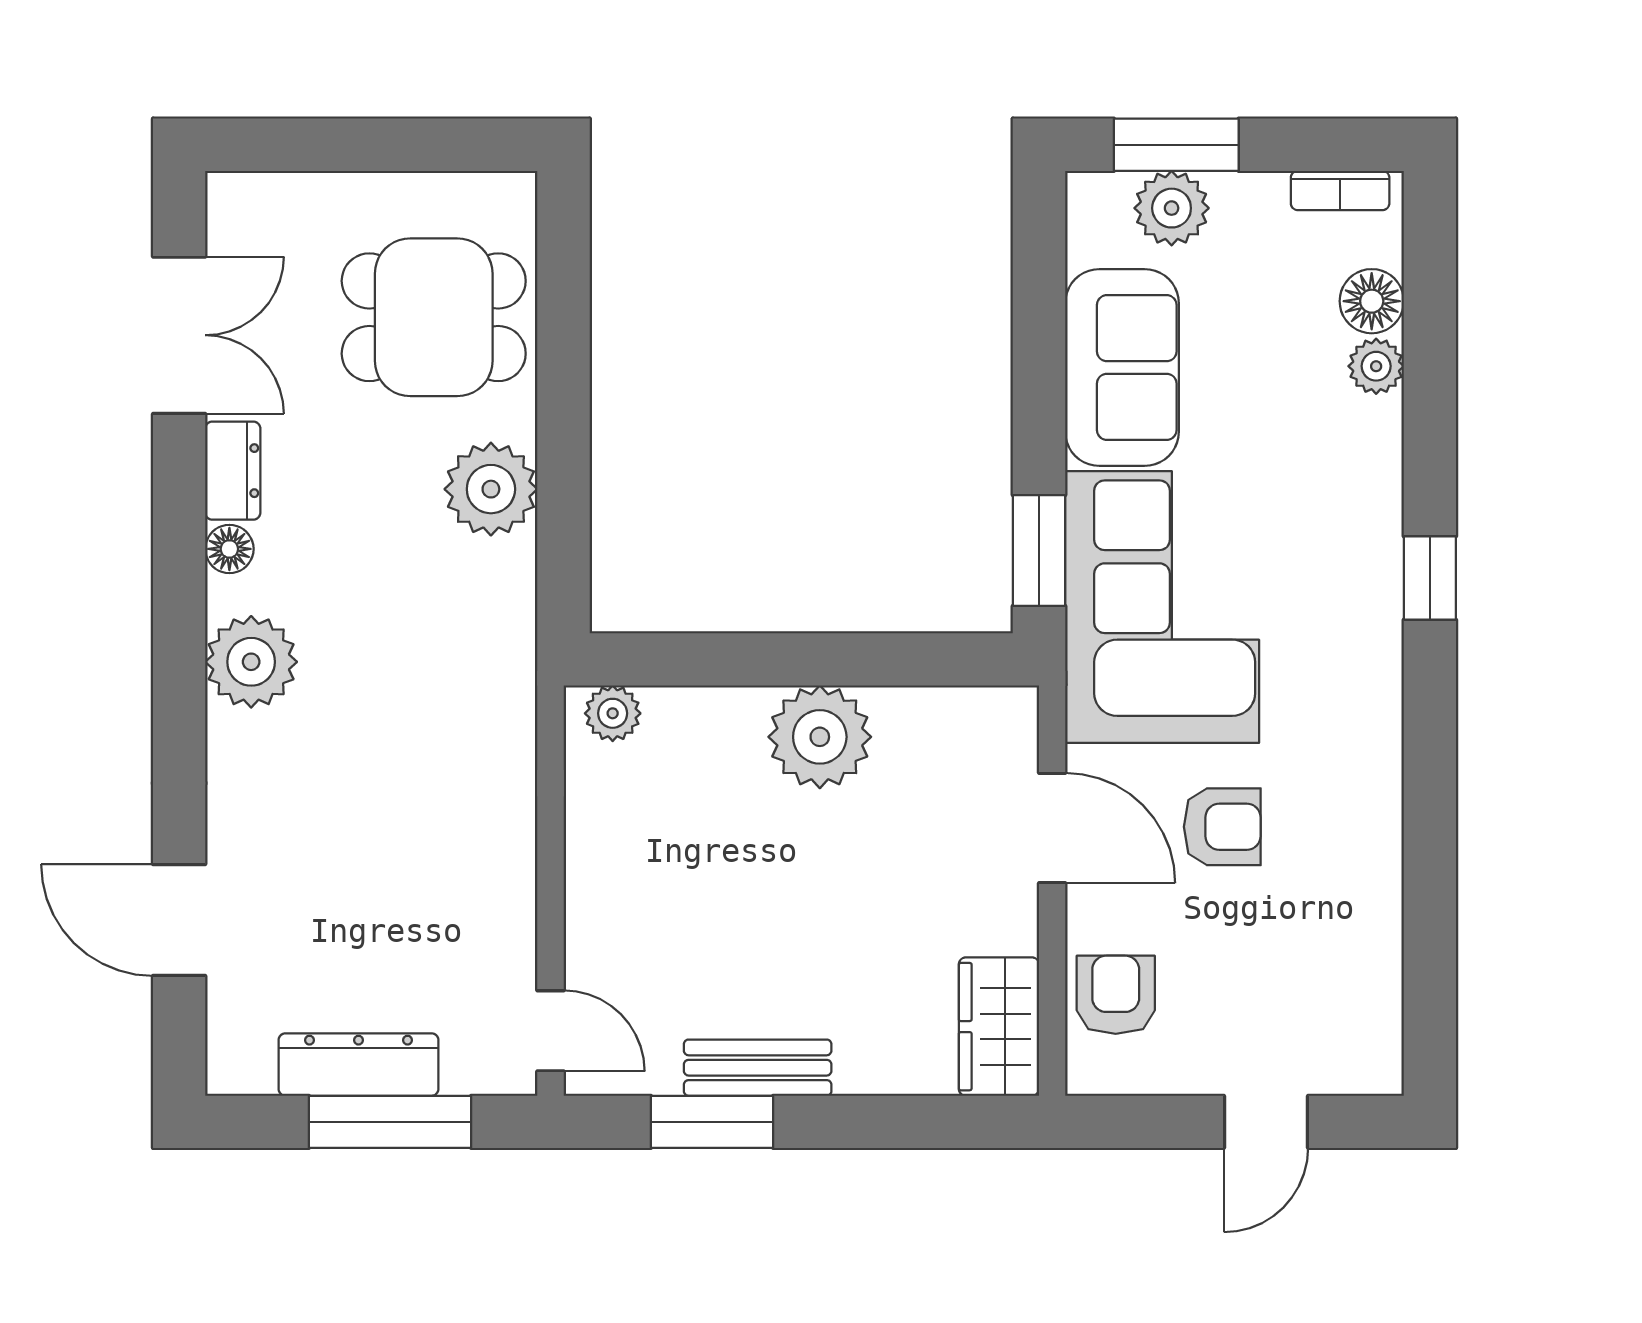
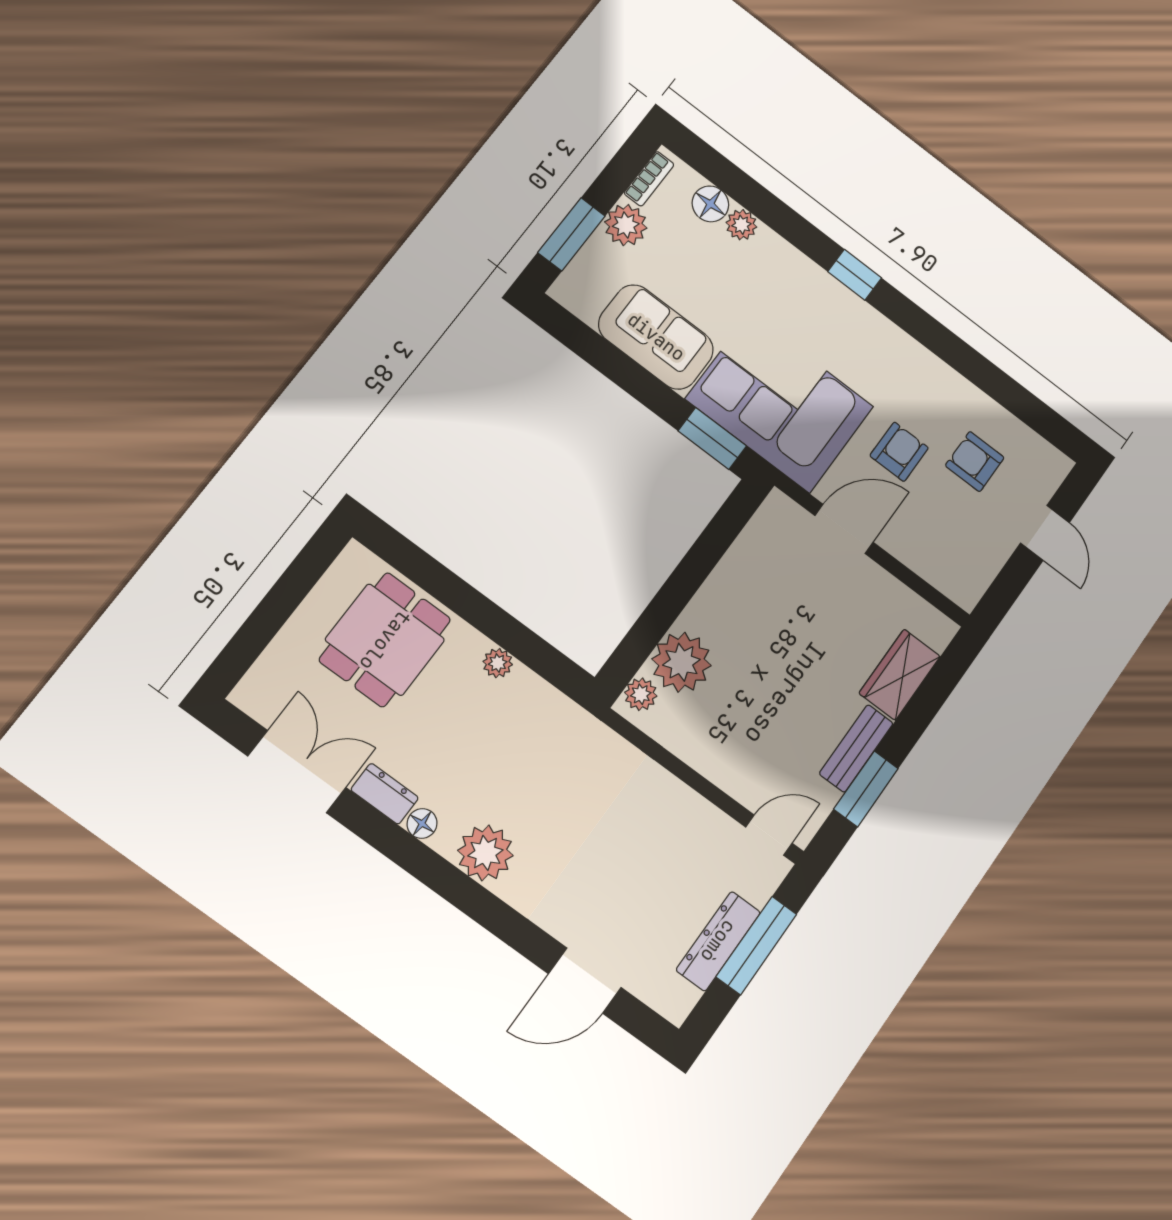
plant: (1172, 208) -> (626, 225), moved
plant: (491, 489) -> (498, 663), width x0.53, depth x0.53
plant: (820, 737) -> (681, 662), moved
armchair: (1116, 995) -> (975, 462), moved
wardrobe: (999, 1027) -> (900, 675), moved, turned 90

